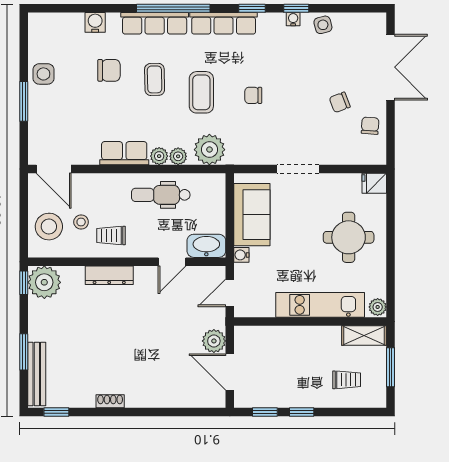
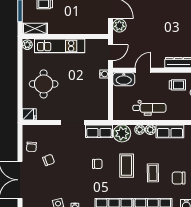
row of seats: (250, 154) -> (99, 131), added
sofa: (252, 215) -> (98, 97), removed

